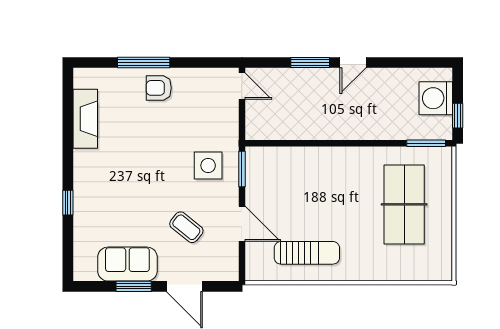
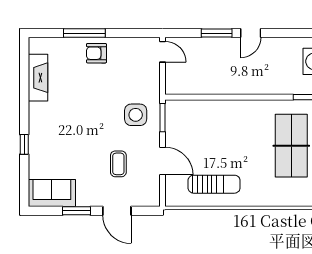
coffee table: (186, 227) -> (118, 164), turned 51
sofa: (127, 264) -> (52, 193), moved

